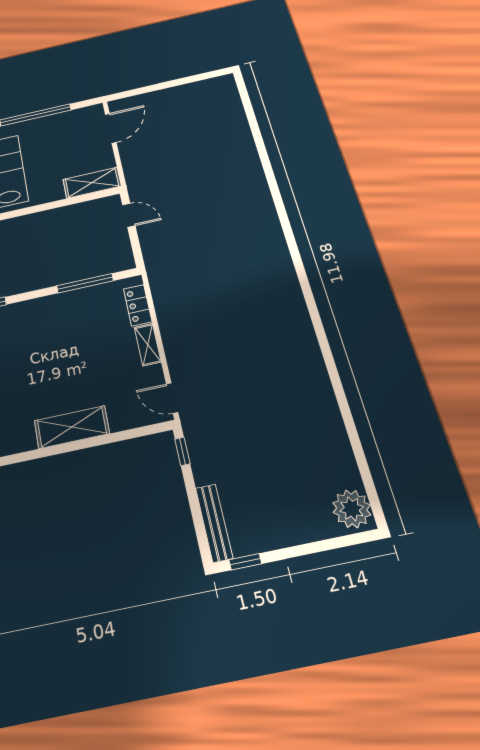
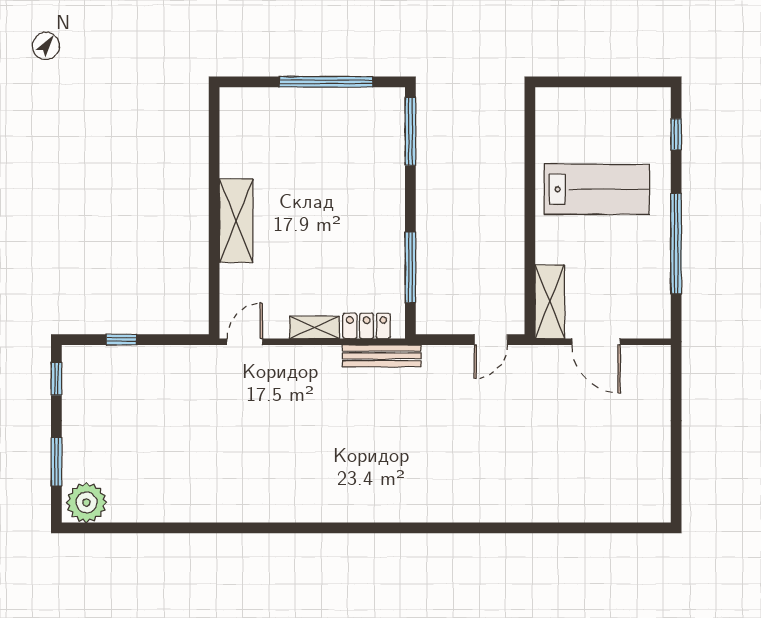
door: (111, 128) -> (596, 342), moved
window: (182, 451) -> (122, 340), moved
bench: (214, 523) -> (382, 356), moved
window: (323, 546) -> (56, 462), added

